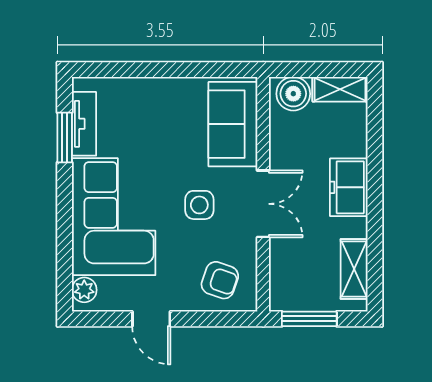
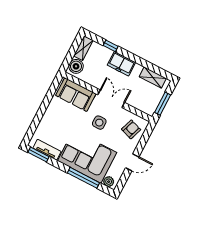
window: (65, 137) -> (39, 155), moved
window: (375, 145) -> (111, 46), added
window: (65, 232) -> (83, 178), added

